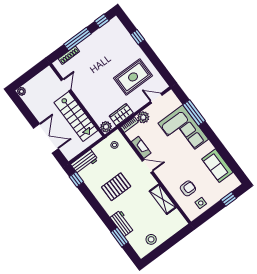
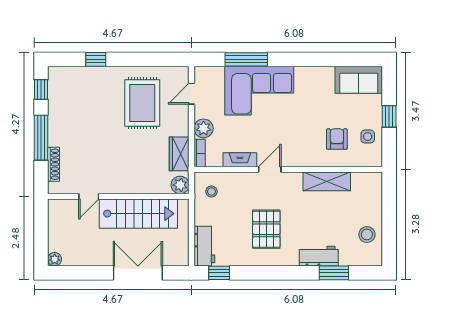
door: (66, 85) -> (89, 196), swing flipped
sofa: (217, 166) -> (359, 80), moved
window: (229, 199) -> (389, 116), moved

